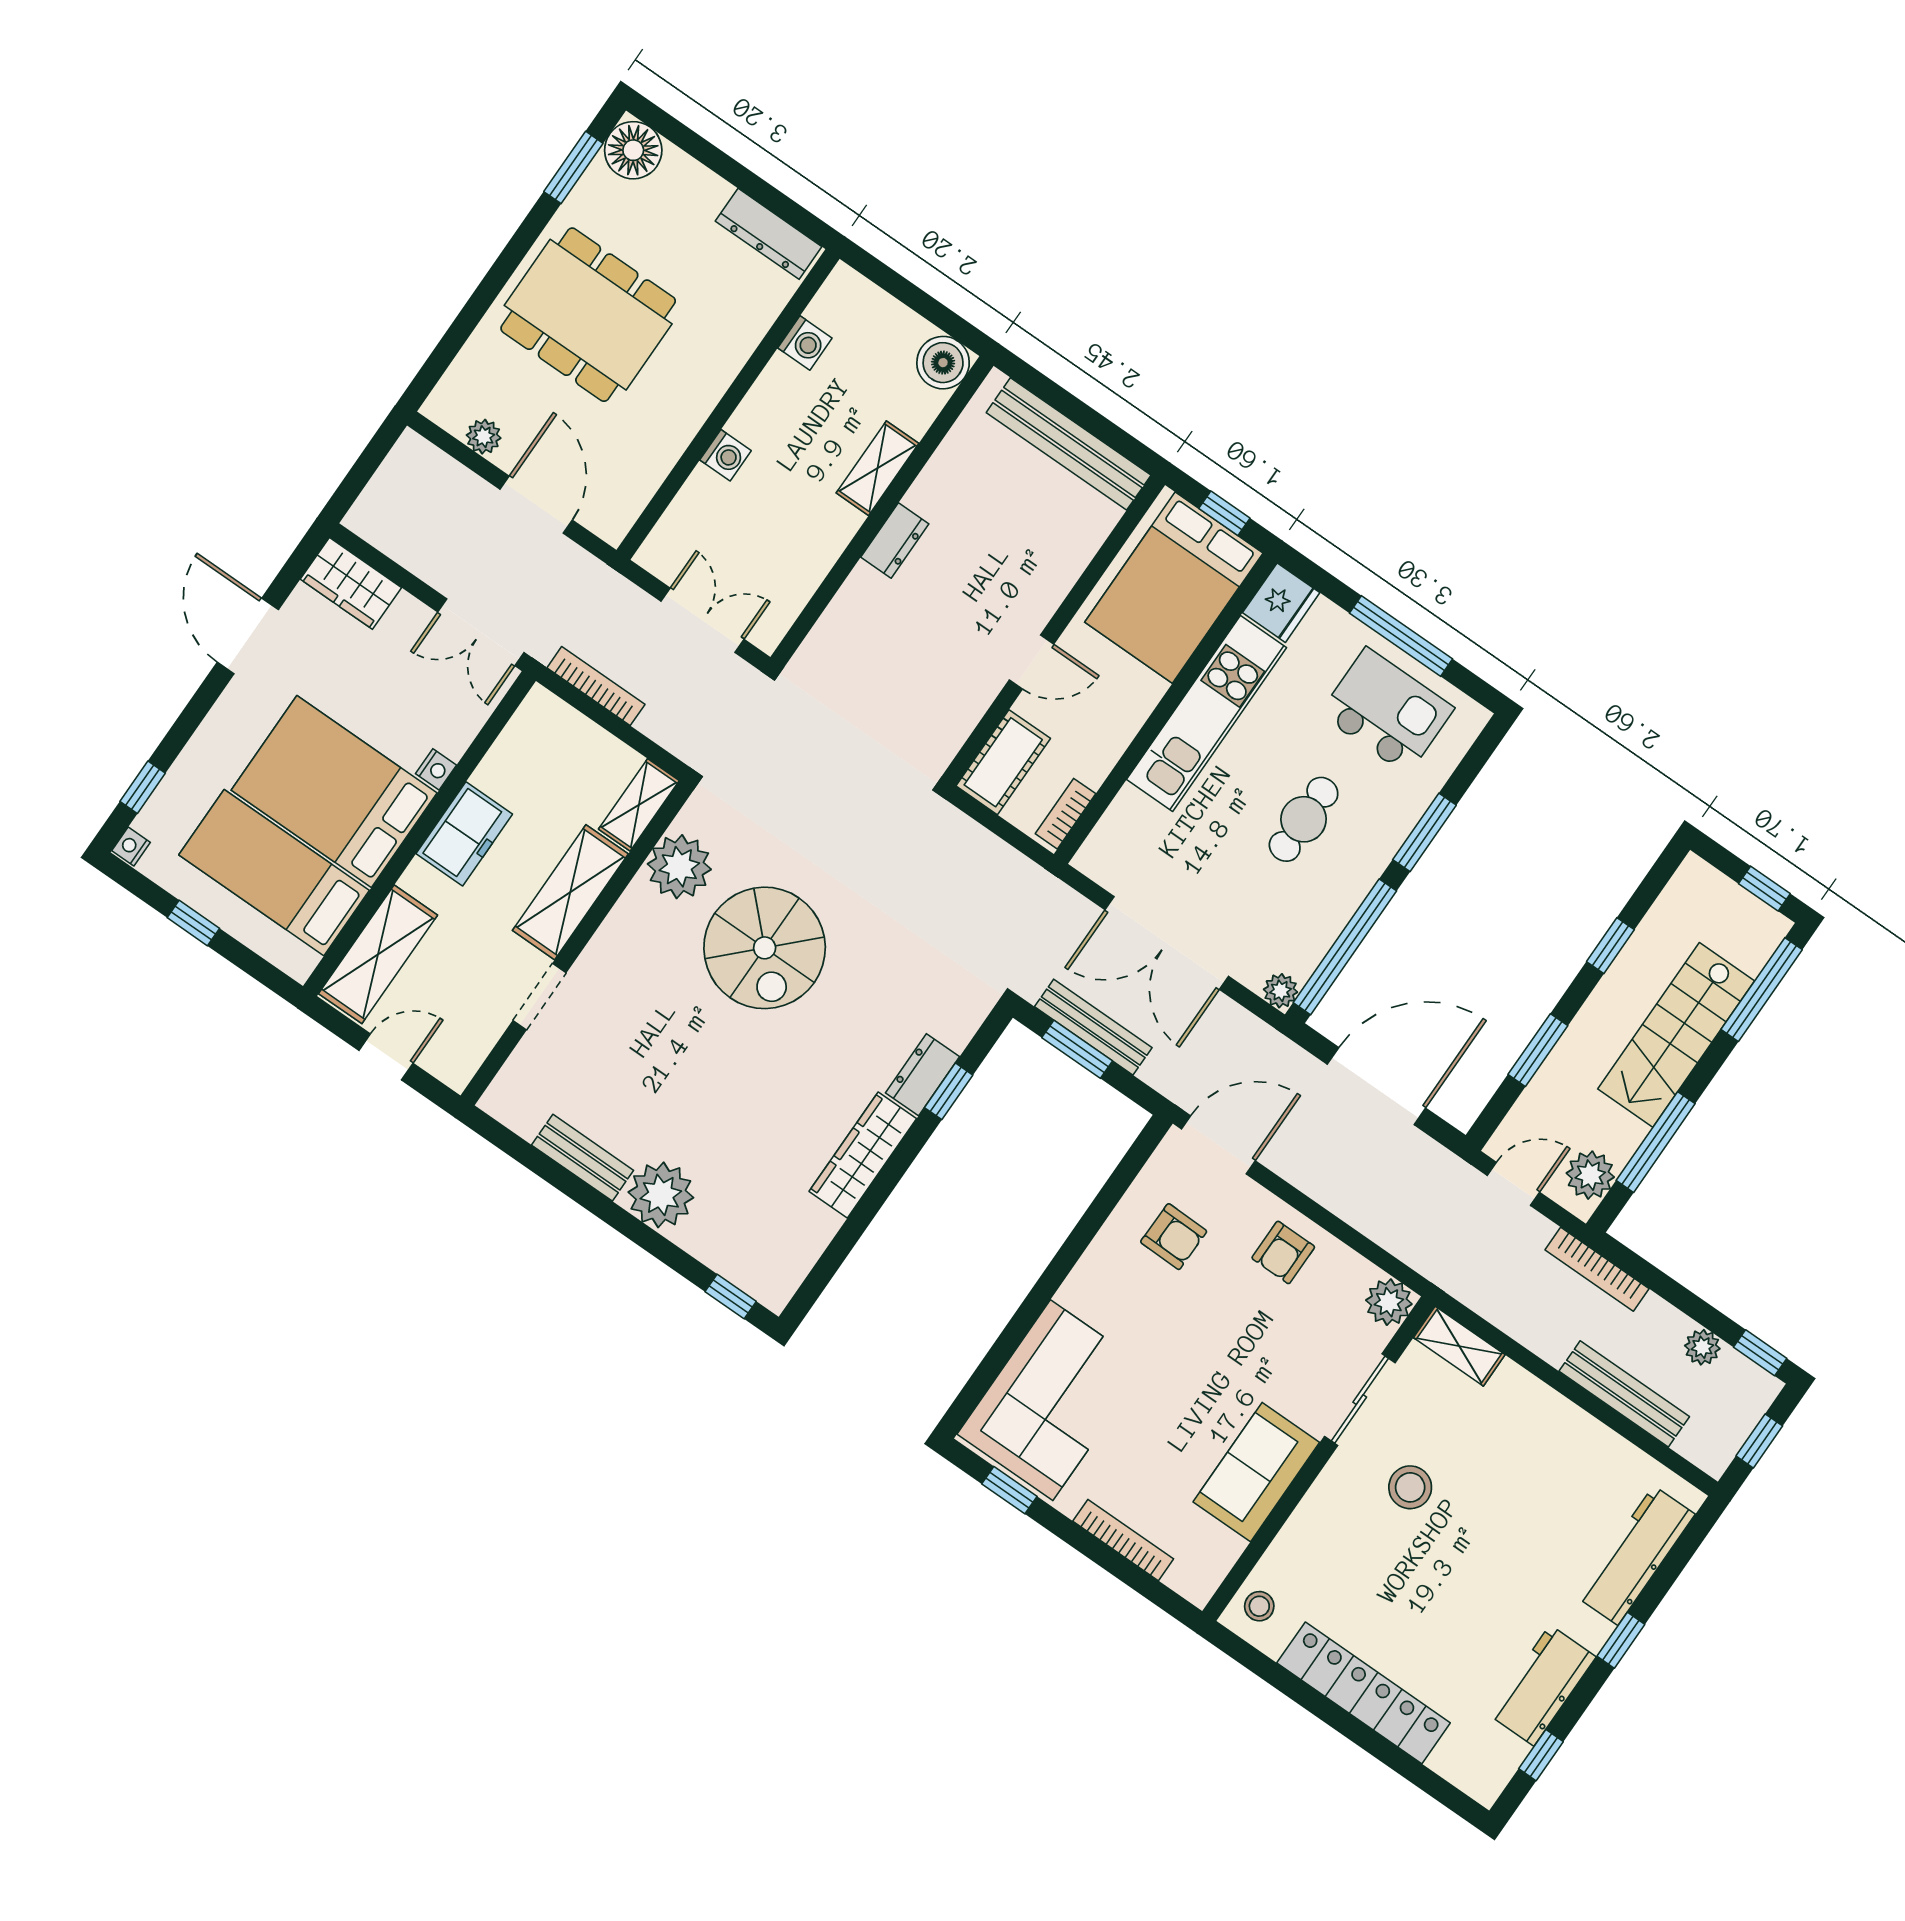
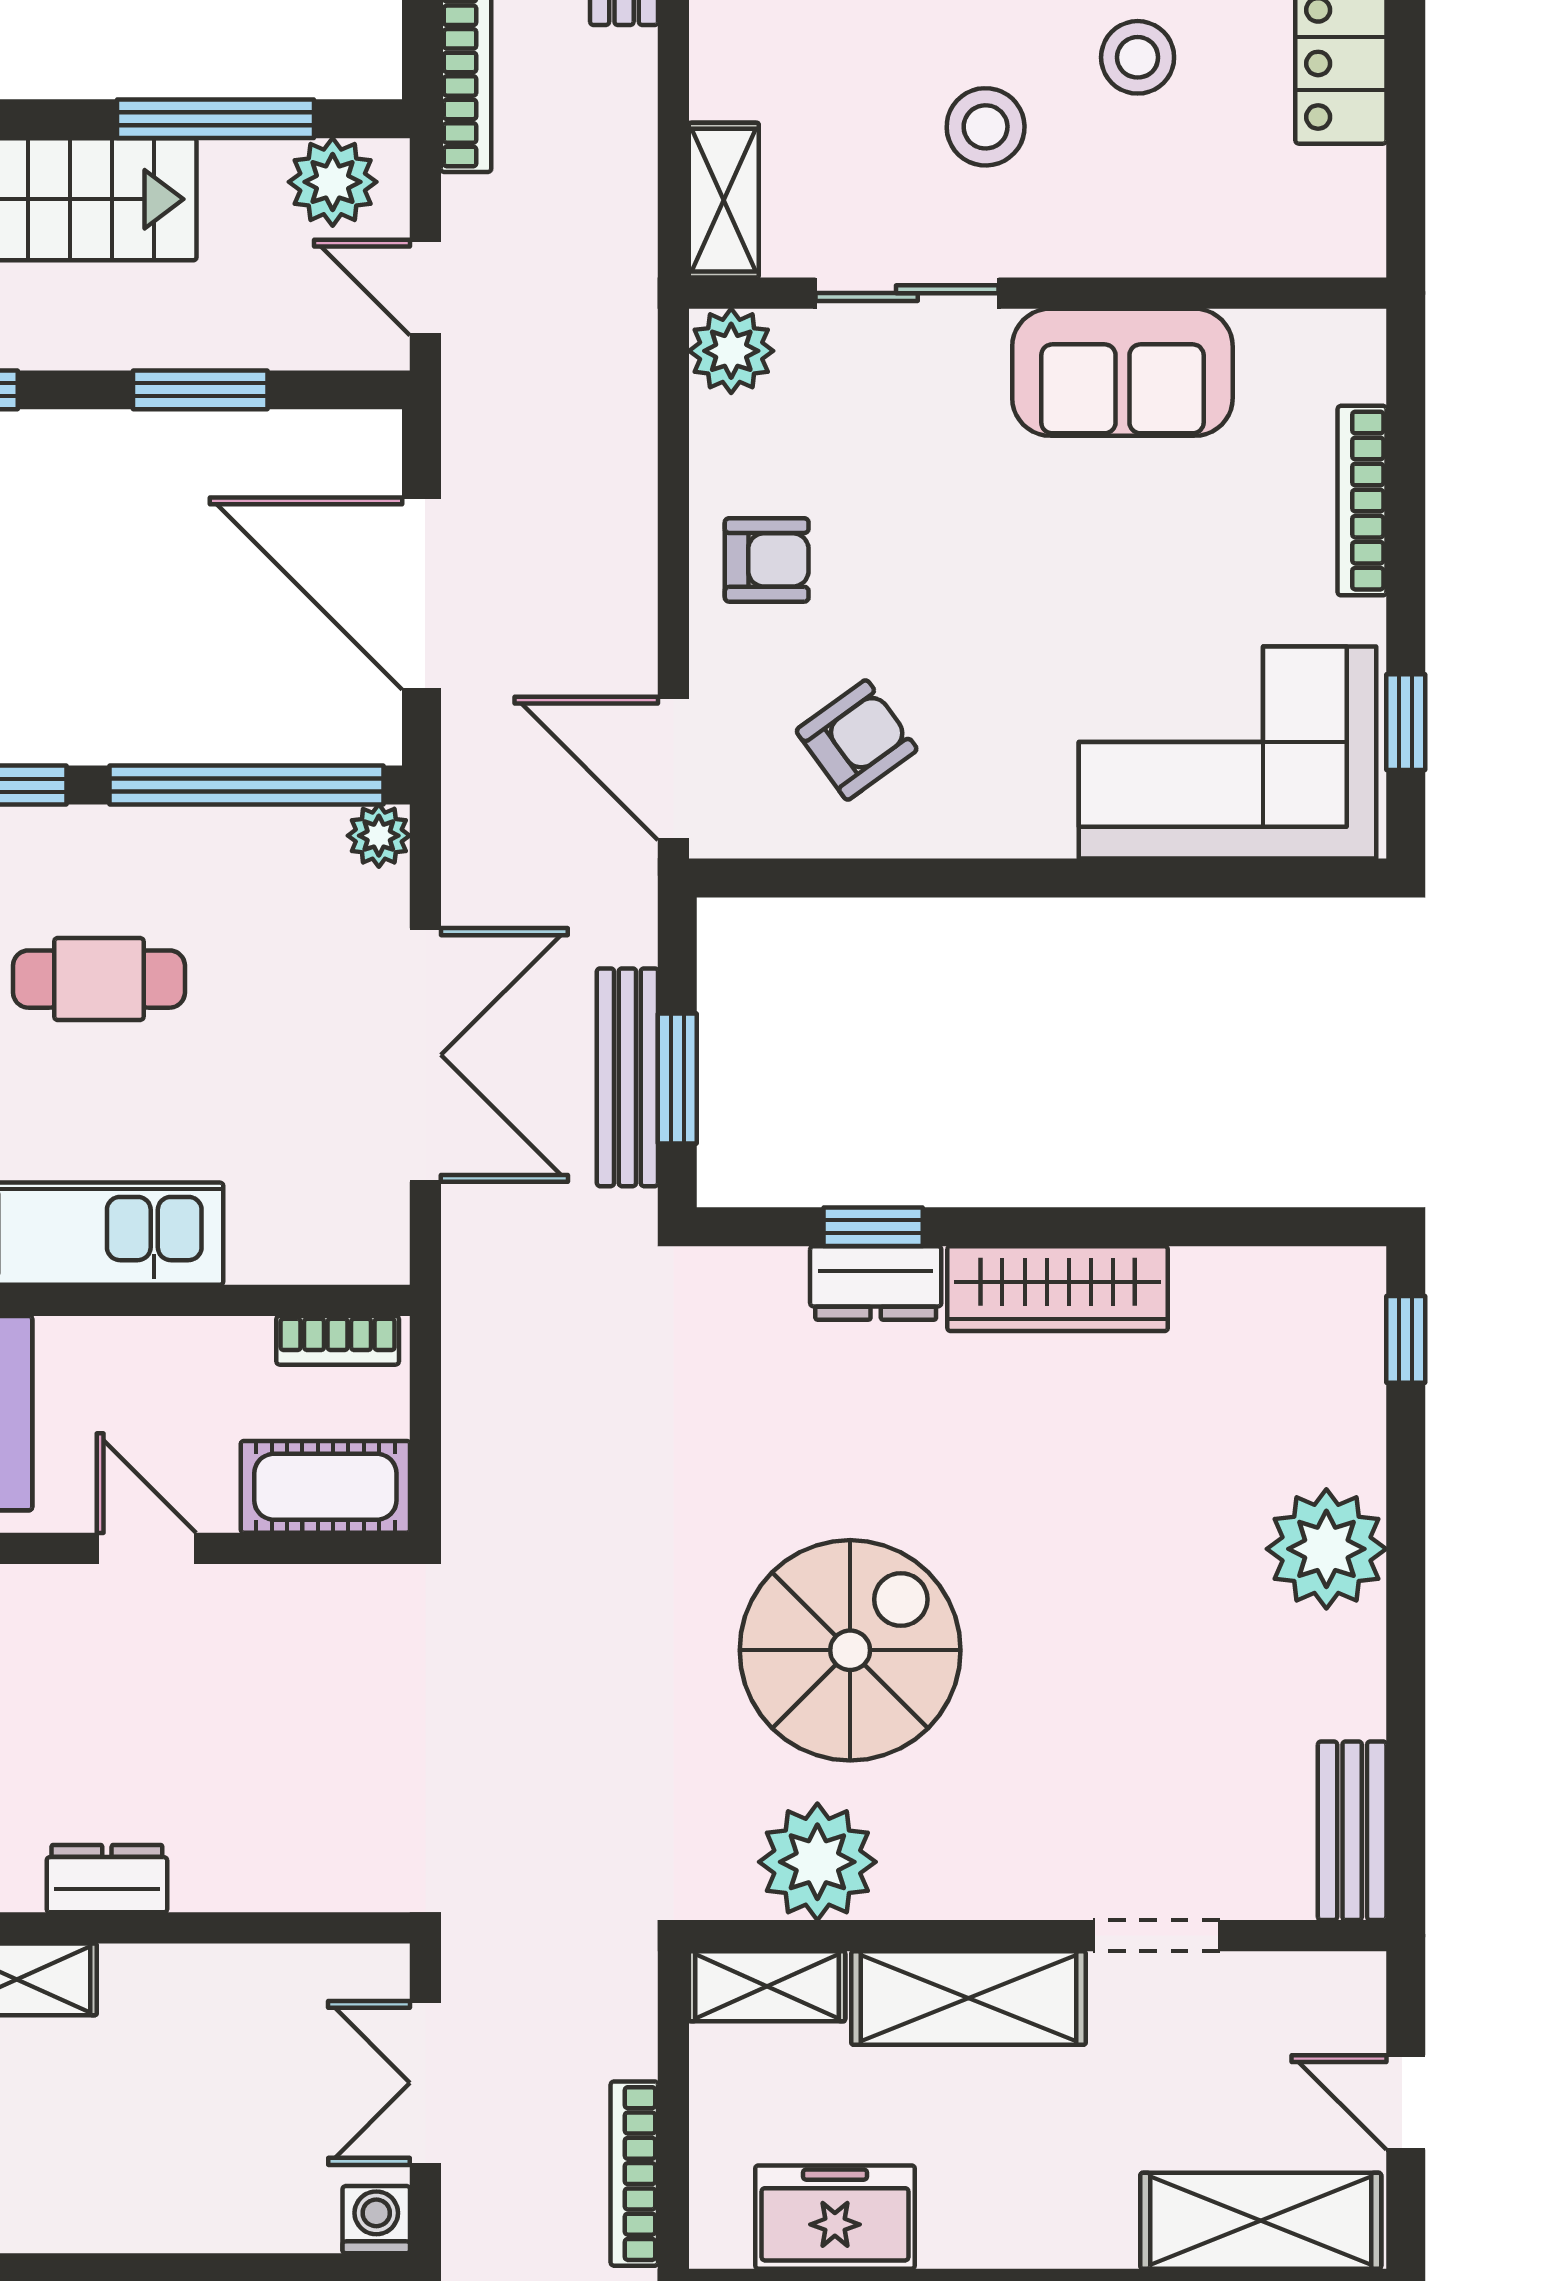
washing machine: (726, 455) -> (376, 2220), moved
freezer: (464, 834) -> (835, 2217), moved
bench: (583, 1158) -> (1352, 1831), moved
armchair: (1174, 1237) -> (857, 740), turned 53
stool: (1259, 1606) -> (1138, 57), moved, width x1.37, depth x1.37

